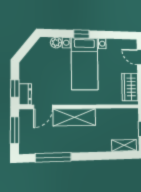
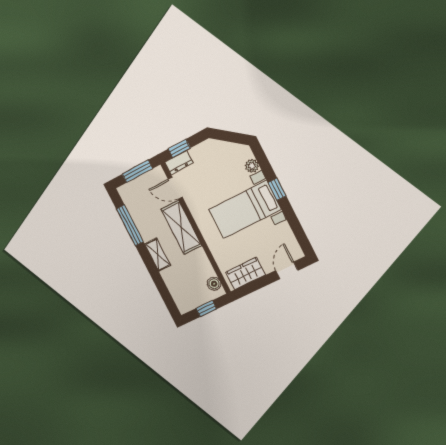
boiler: (127, 114) -> (214, 284), added
shelving: (124, 145) -> (158, 255), moved

